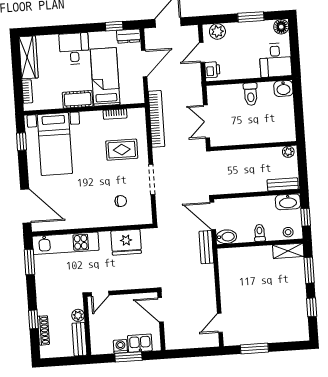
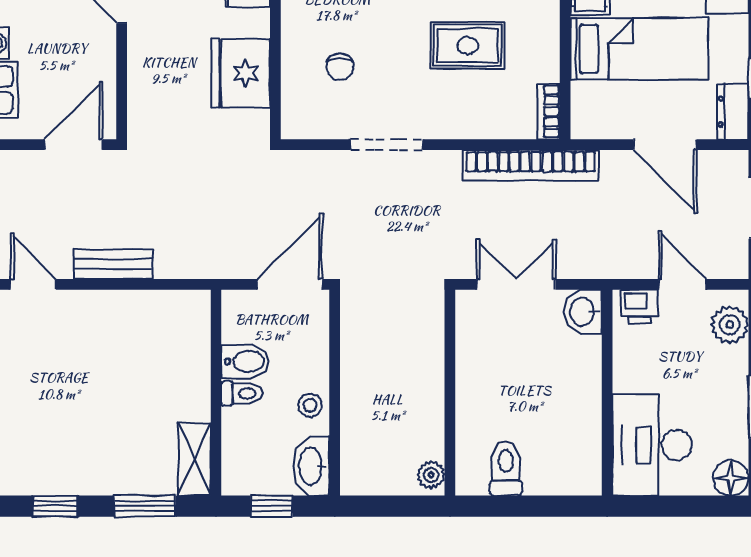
desk: (275, 60) -> (652, 445), width x1.37
washbasin: (283, 88) -> (583, 312), moved
toilet: (251, 94) -> (506, 468), moved, turned 90
bookcase: (115, 114) -> (549, 111), moved
rug: (122, 150) -> (468, 45), moved, turned 90
bench: (283, 184) -> (354, 456), removed
stool: (288, 232) -> (310, 405), moved
bidet: (226, 237) -> (245, 362), moved, turned -90
bench: (206, 247) -> (113, 264), moved

